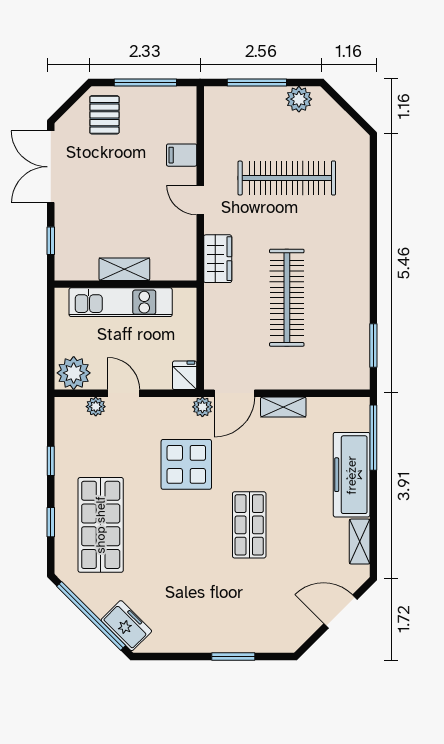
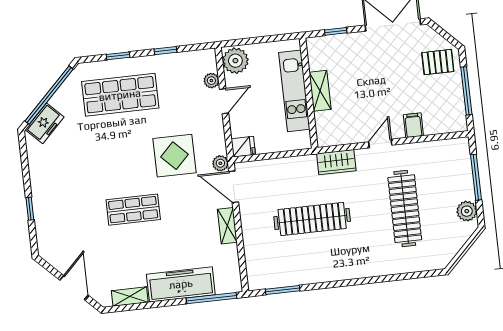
window: (233, 657) -> (30, 209), width x0.67

